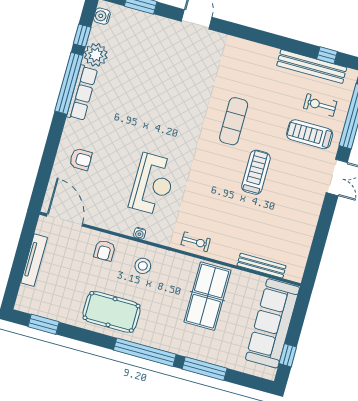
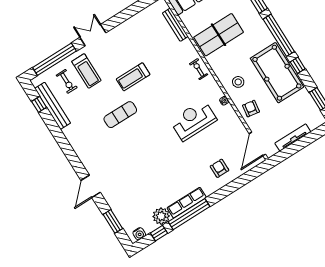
armchair: (104, 250) -> (251, 109), turned -81
pool table: (112, 312) -> (277, 73), width x1.36, depth x1.32
window: (97, 339) -> (298, 65), added

